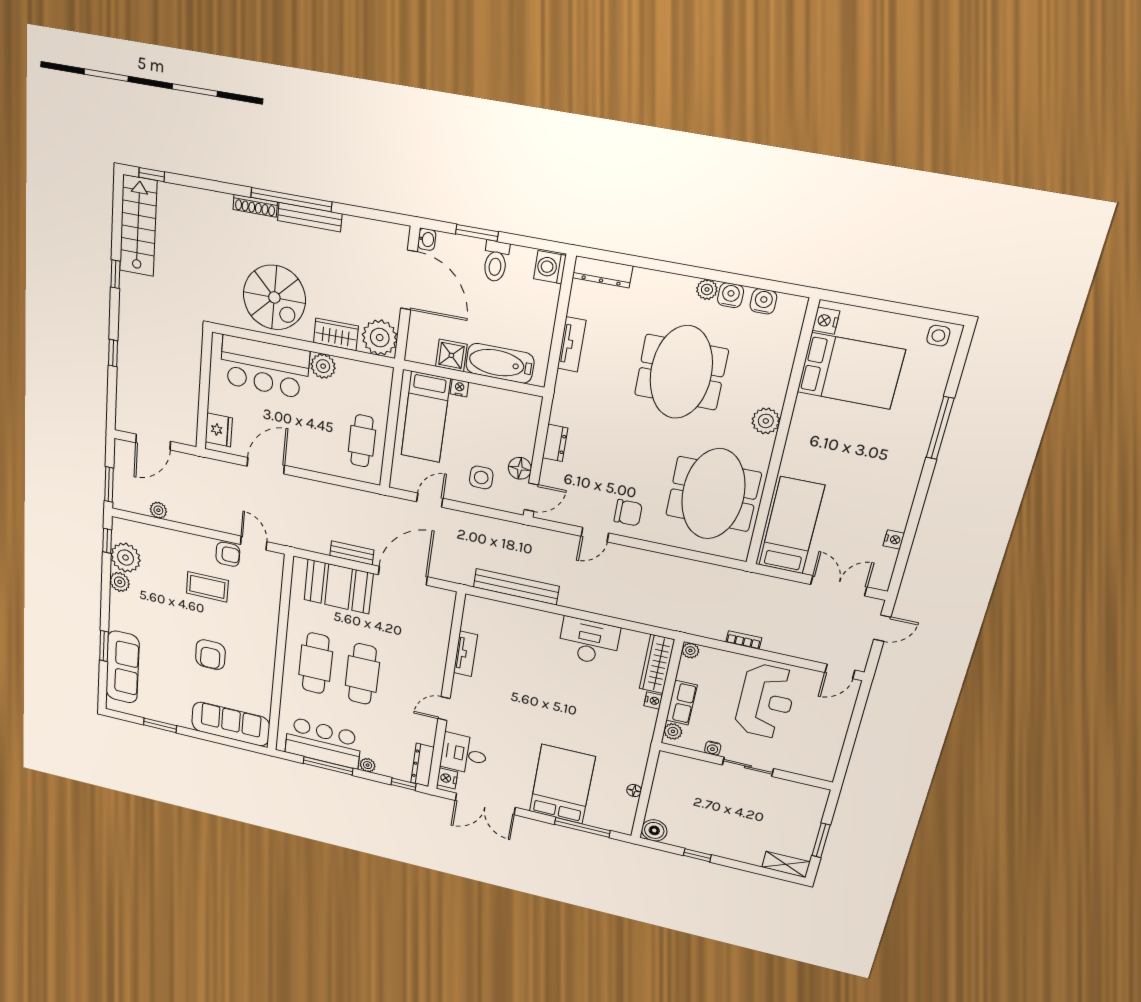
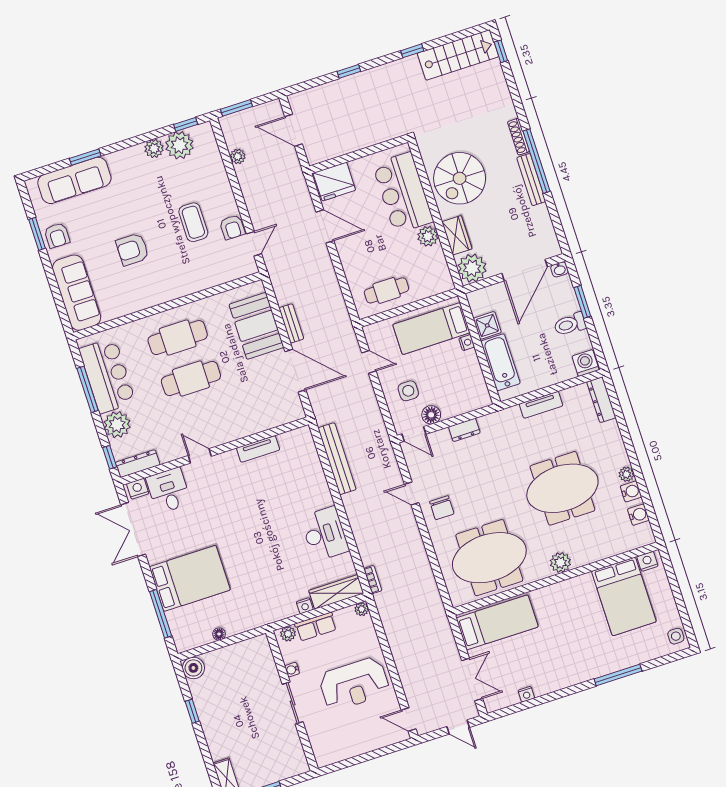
fridge: (219, 430) -> (334, 182), width x1.36, depth x1.34
bookcase: (744, 640) -> (373, 580), moved
armchair: (169, 710) -> (57, 235), added
plant: (368, 765) -> (117, 425), width x1.88, depth x1.88

